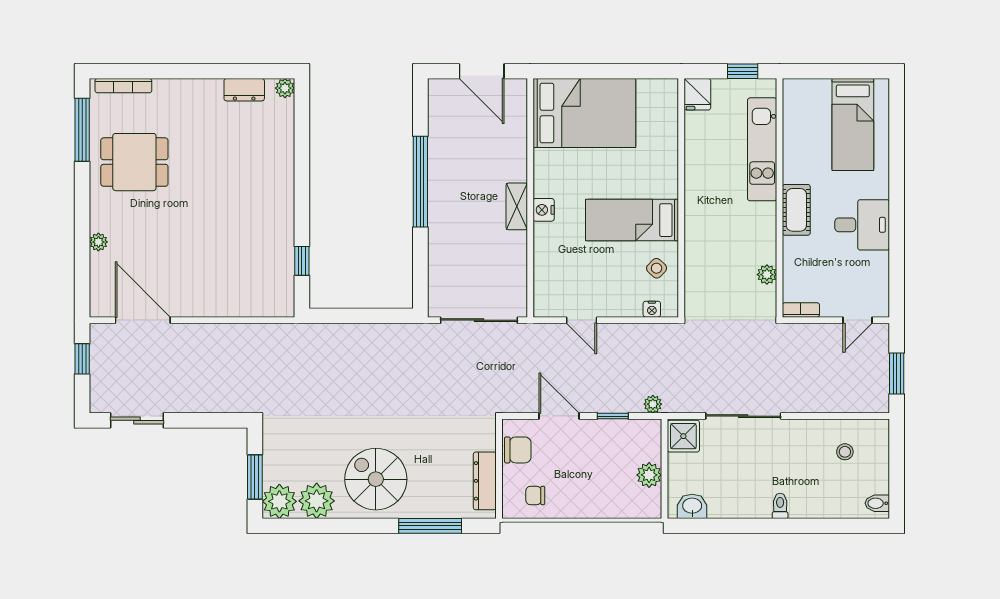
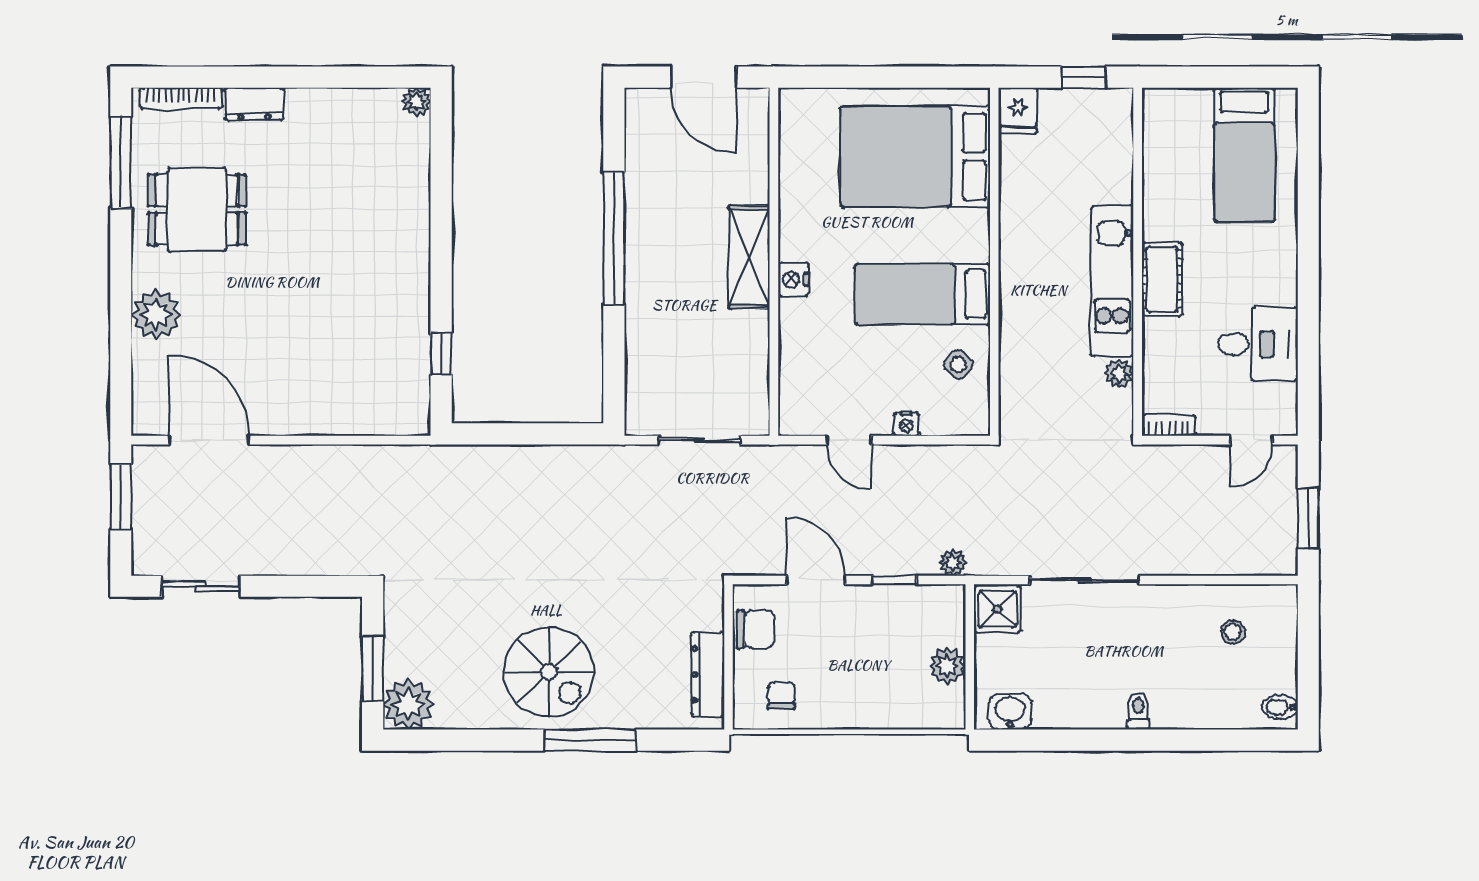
dresser: (244, 90) -> (254, 104), moved
bed: (584, 113) -> (915, 157), moved, turned 180
kitchen unit: (762, 149) -> (1112, 281), moved
shelving: (517, 206) -> (749, 257), width x1.50, depth x1.33
desk: (862, 225) -> (1258, 344), moved
plant: (98, 242) -> (156, 314), width x1.88, depth x1.88
nightstand: (652, 309) -> (906, 424), moved
sliding door: (479, 320) -> (699, 440), width x0.73
window: (82, 359) -> (121, 497), width x1.50
spiral stairs: (376, 479) -> (549, 672), turned 180
chair: (535, 496) -> (781, 696), turned 90
plant: (317, 501) -> (463, 703), removed
window: (430, 526) -> (590, 740), moved

